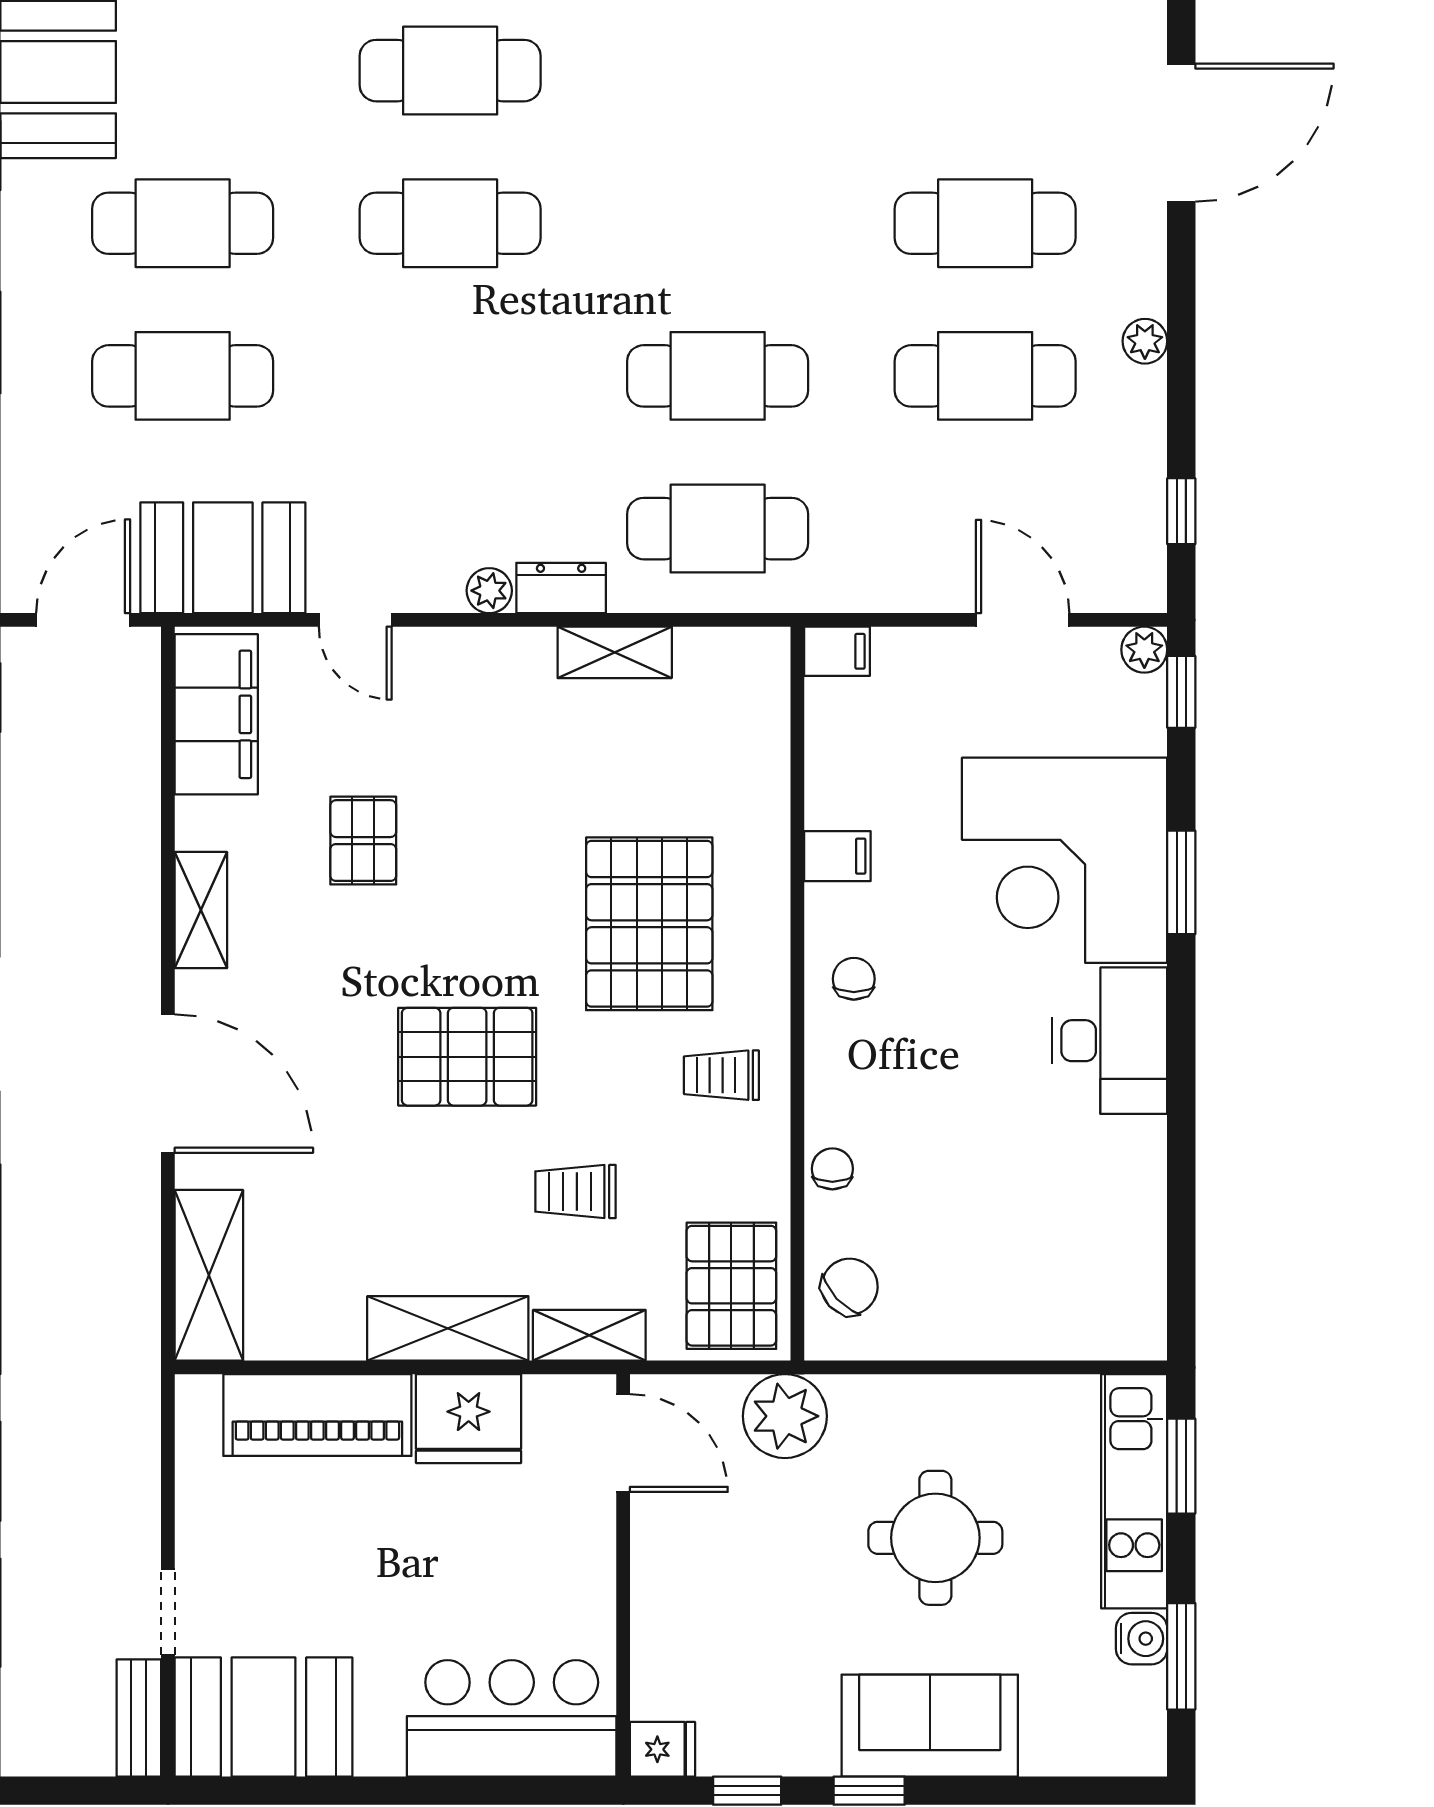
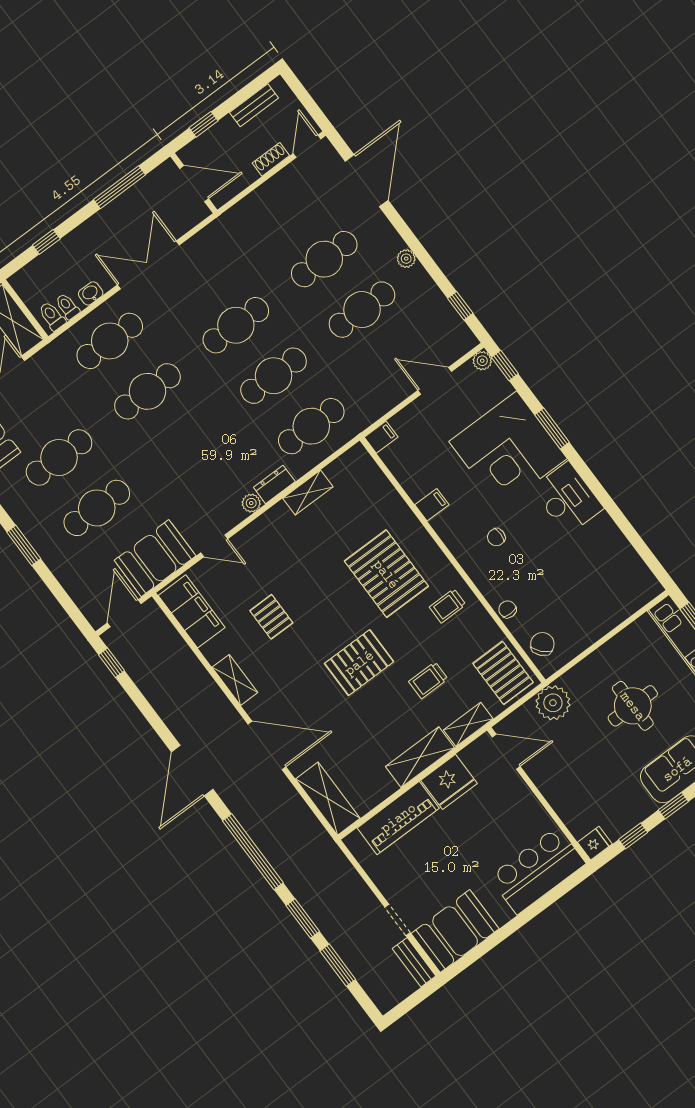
cafe table: (718, 223) -> (236, 325), added
chair: (854, 979) -> (496, 537), moved, turned -90

